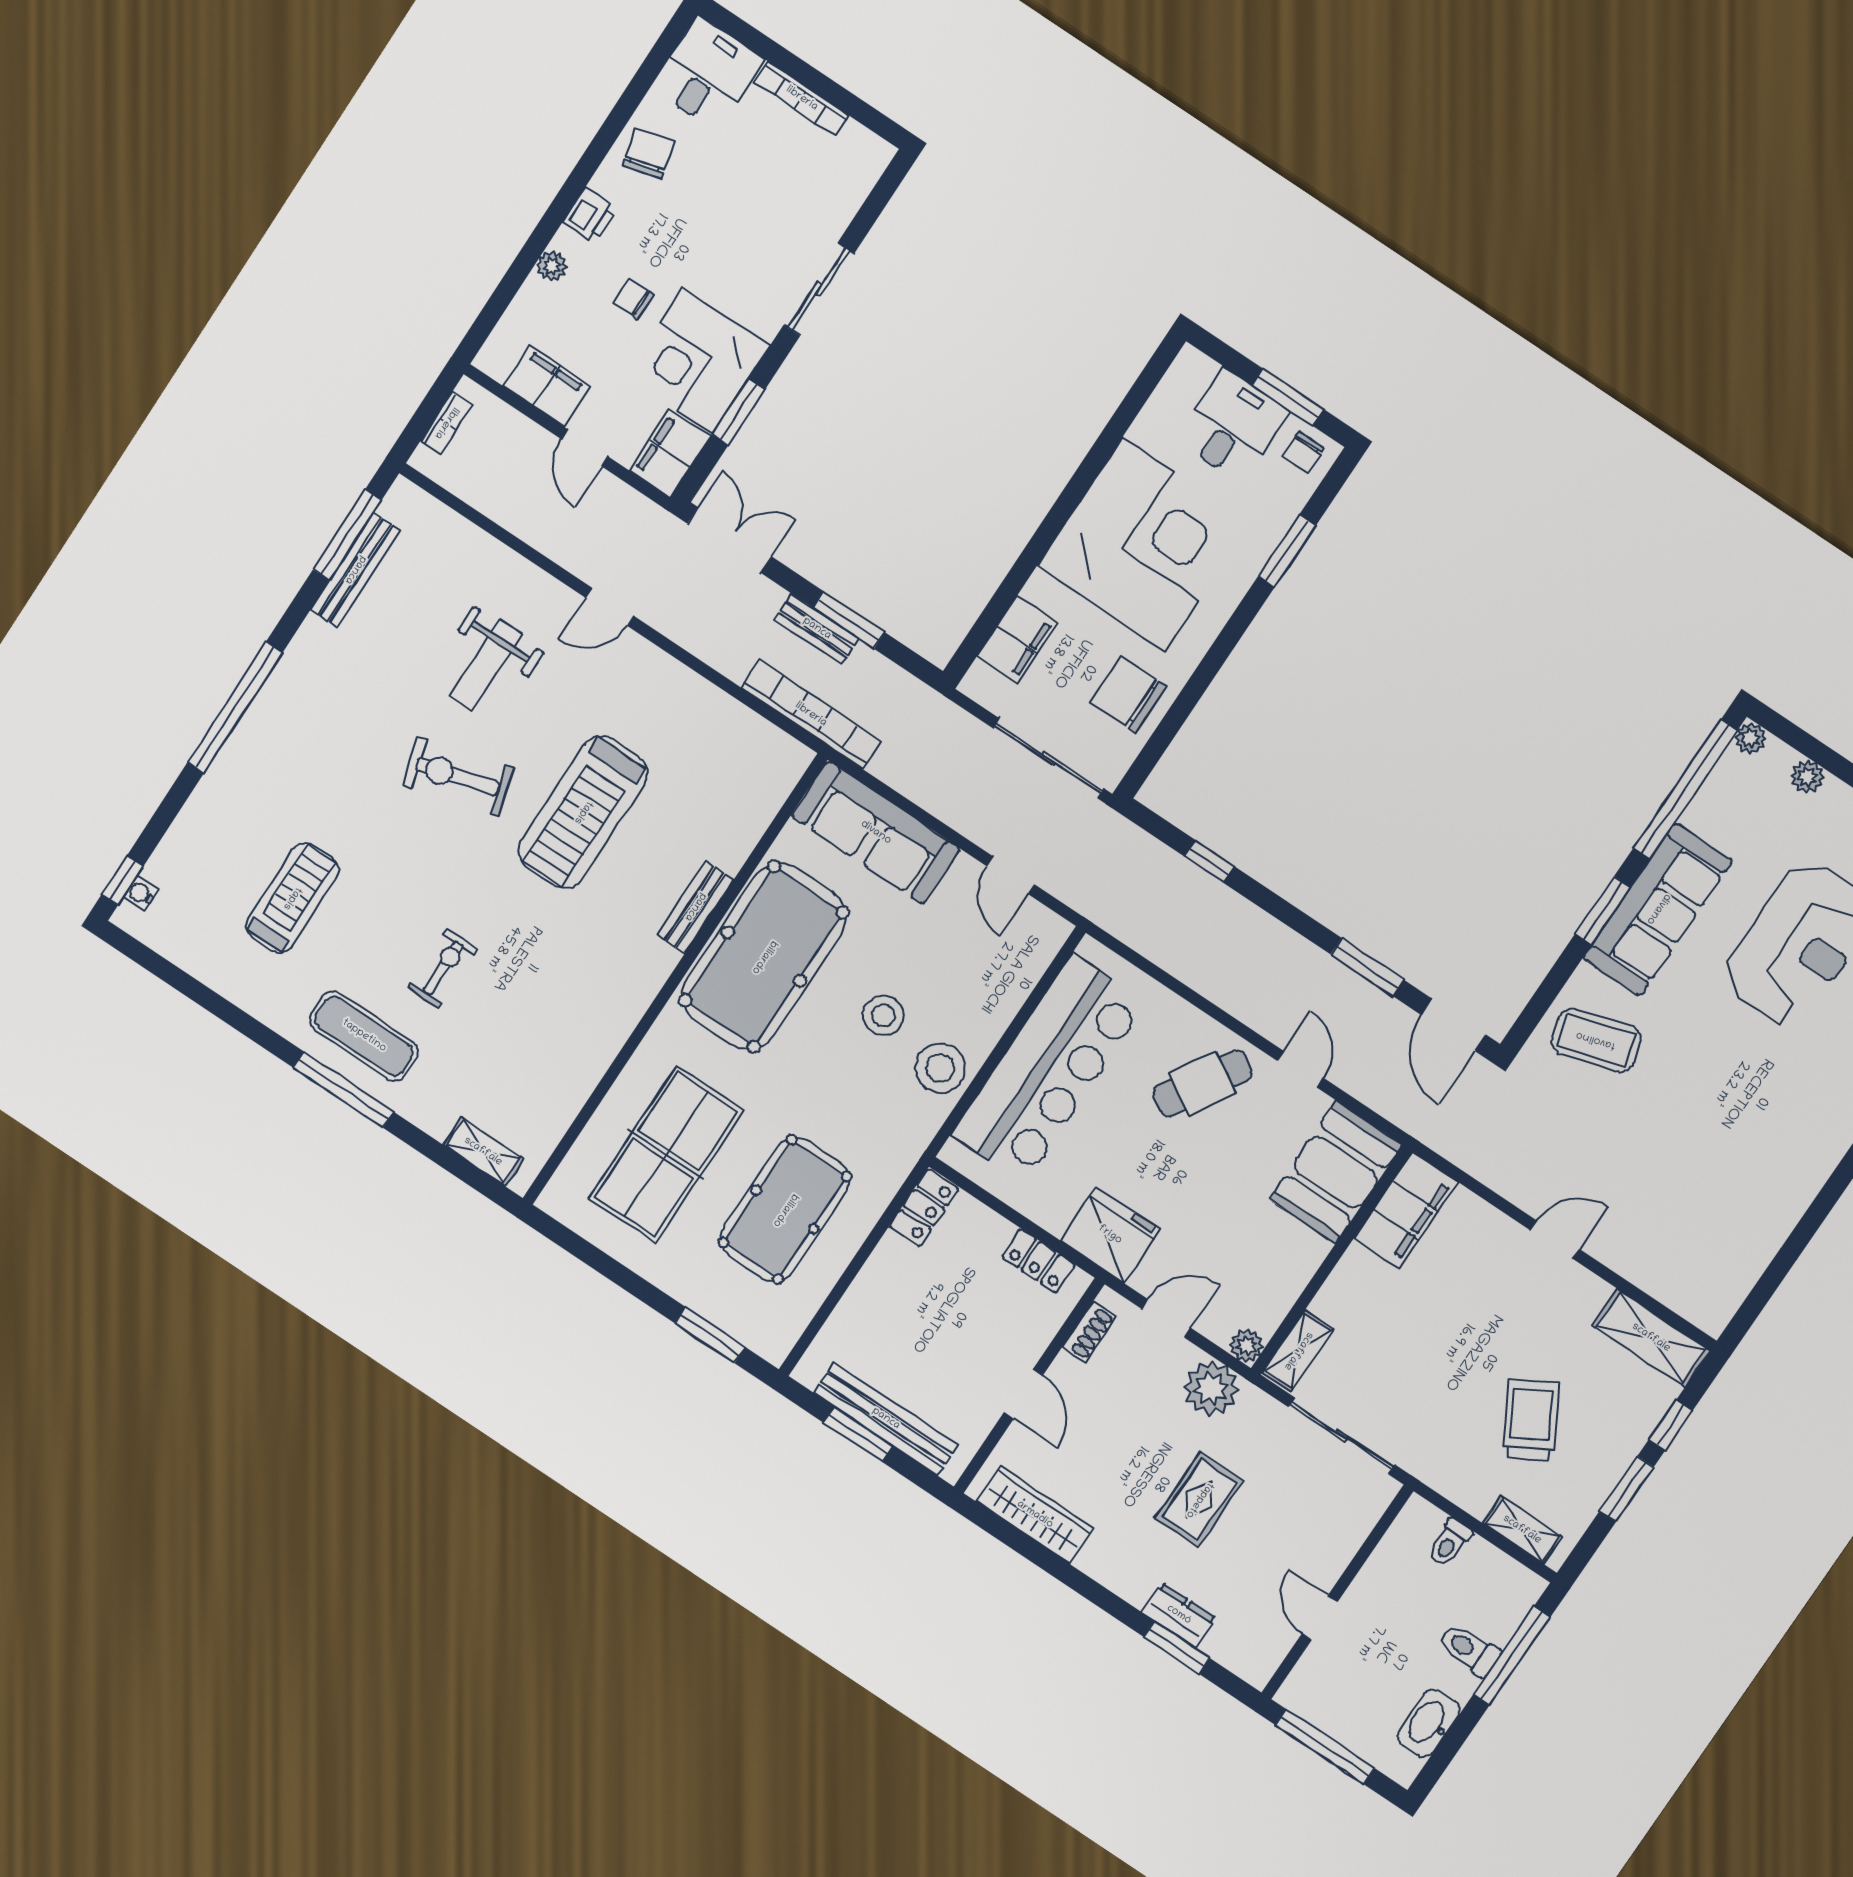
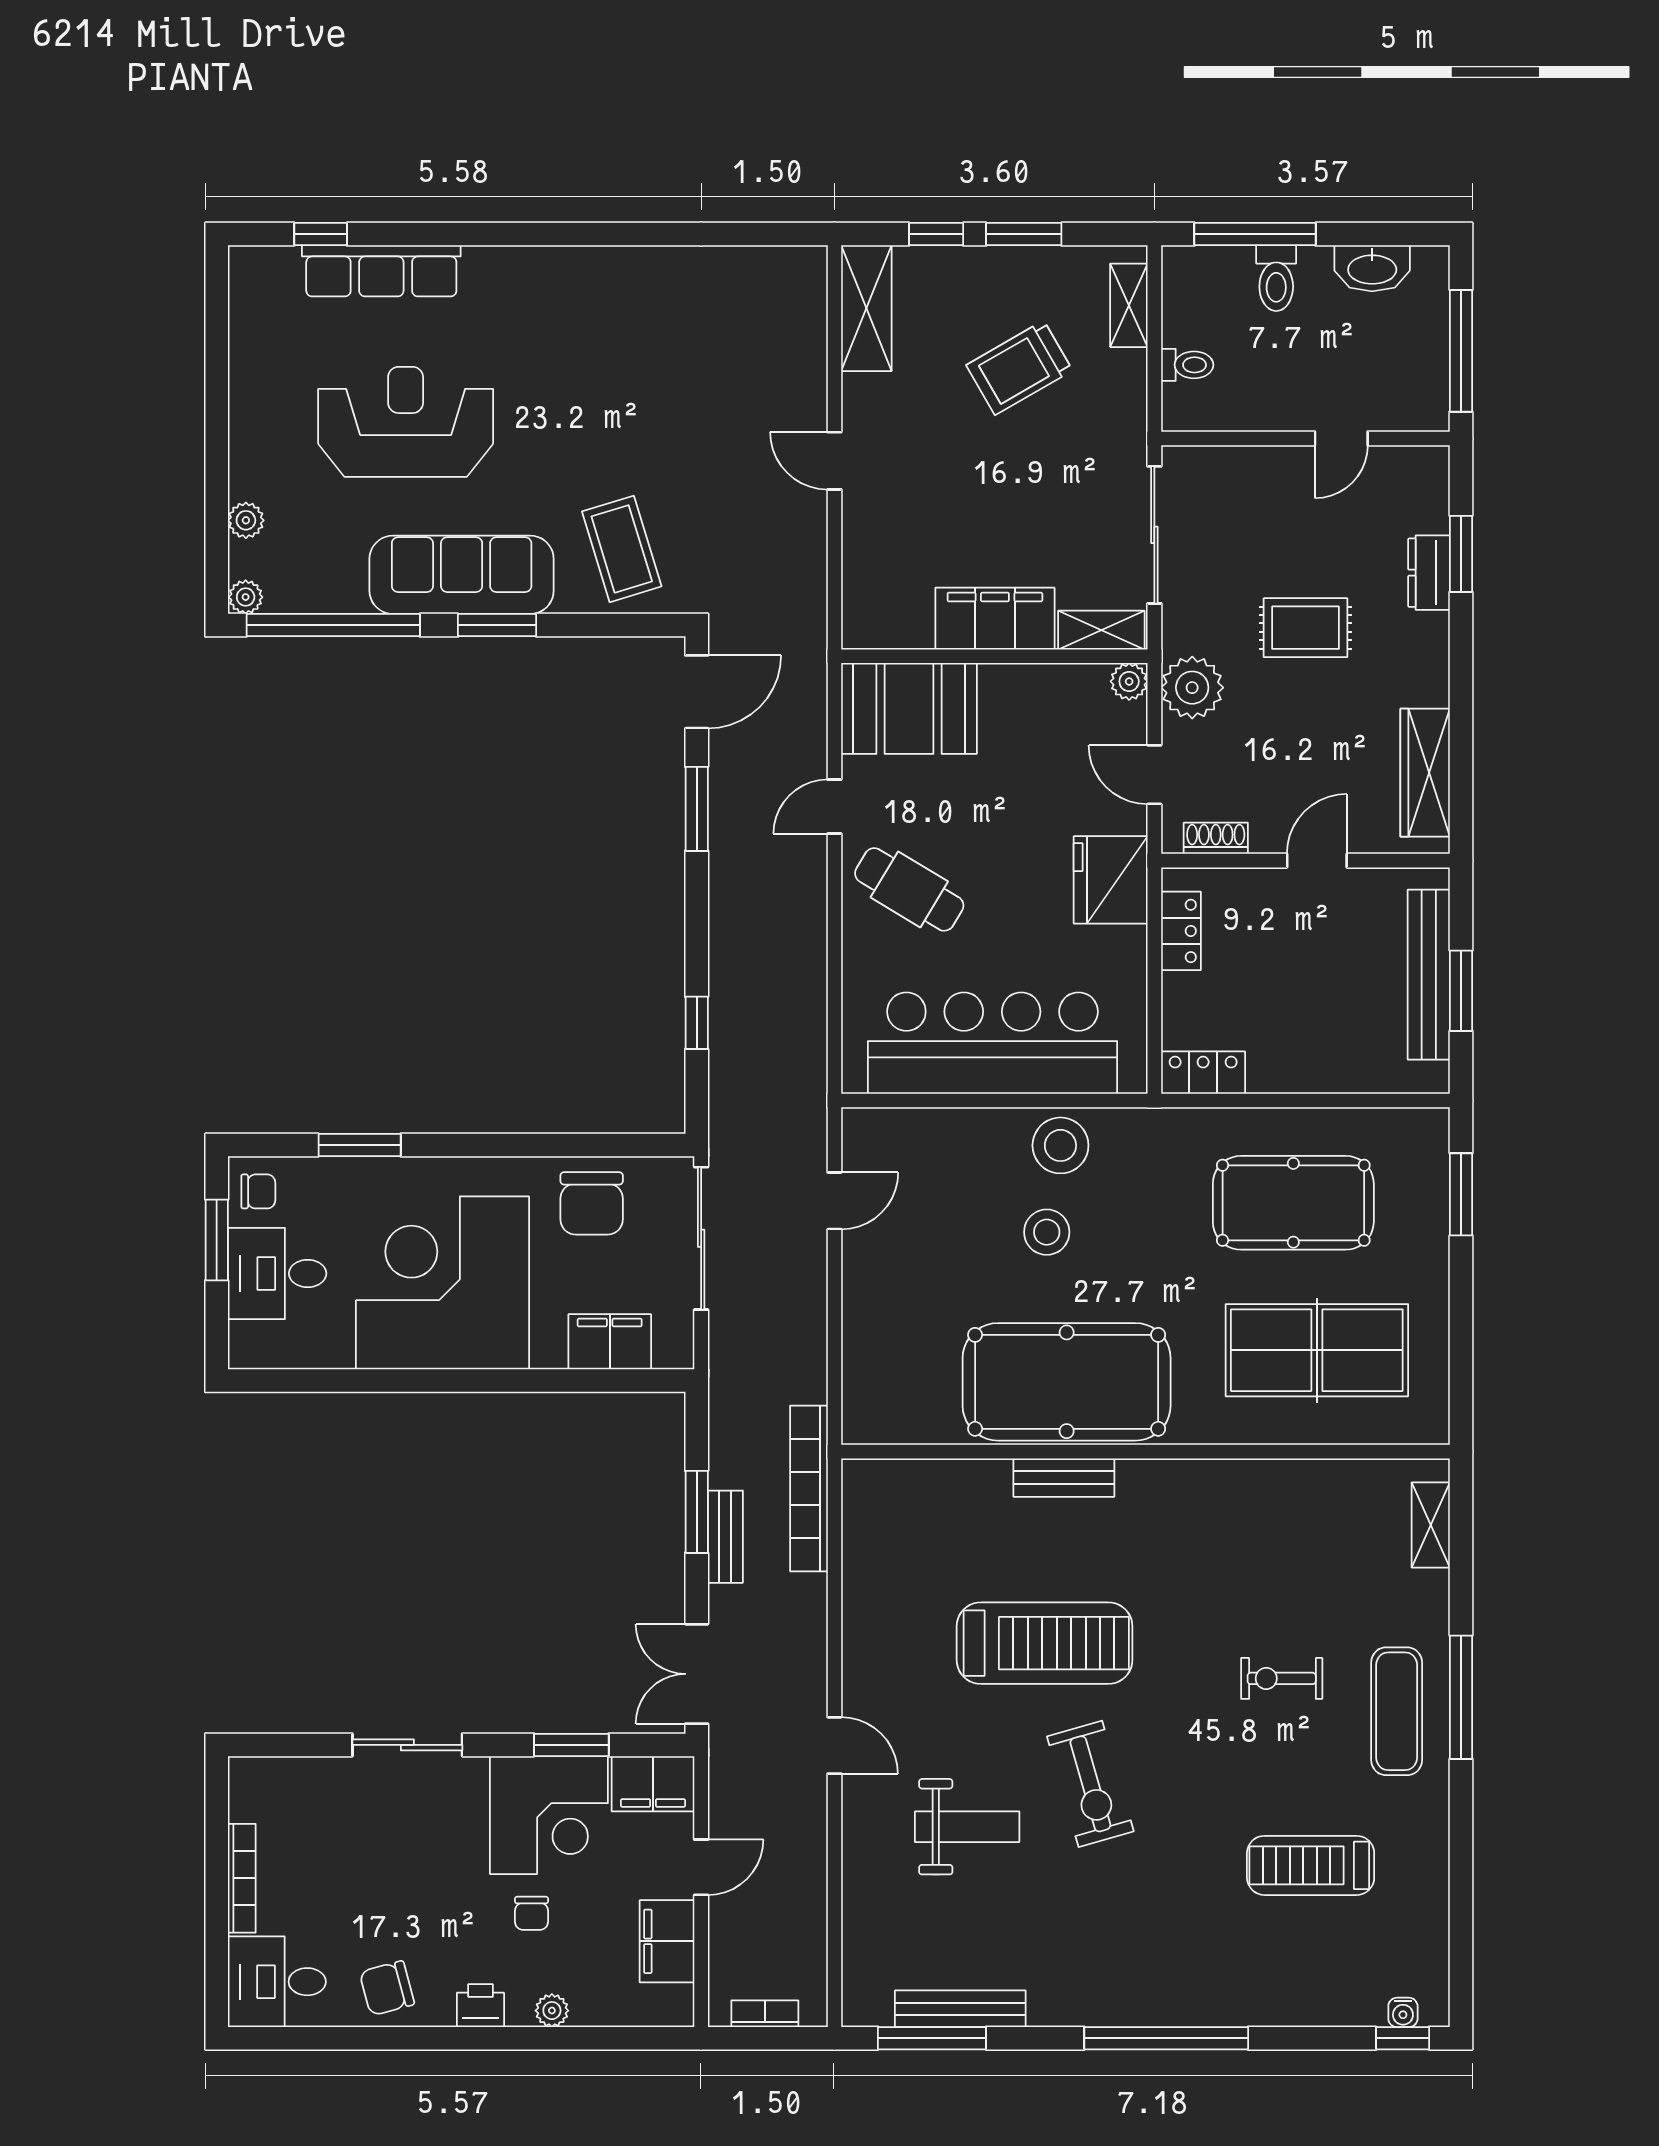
sofa: (876, 833) -> (879, 1354), removed
filing cabinet: (1406, 1210) -> (995, 619), moved

